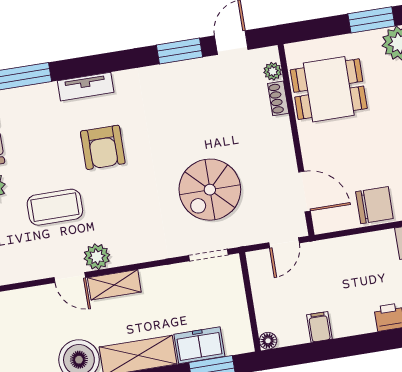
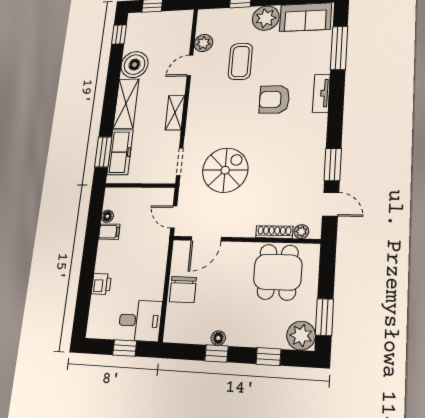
shoe rack: (278, 98) -> (274, 232), width x1.43
spiral stairs: (210, 190) -> (225, 170), turned 90
plant: (97, 257) -> (203, 43), moved
shelving: (114, 285) -> (175, 113), moved
floor lamp: (268, 341) -> (107, 216), moved
freezer: (199, 345) -> (120, 152), width x1.40

